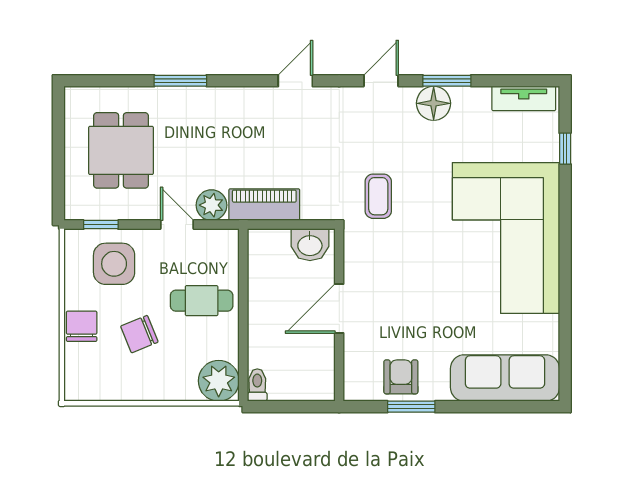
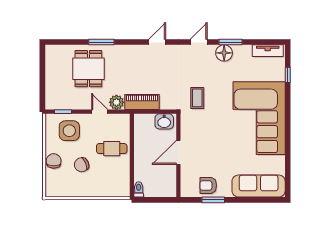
dining table: (121, 150) -> (88, 69), moved
armchair: (401, 377) -> (208, 185), turned -90
plant: (219, 381) -> (120, 187), removed

